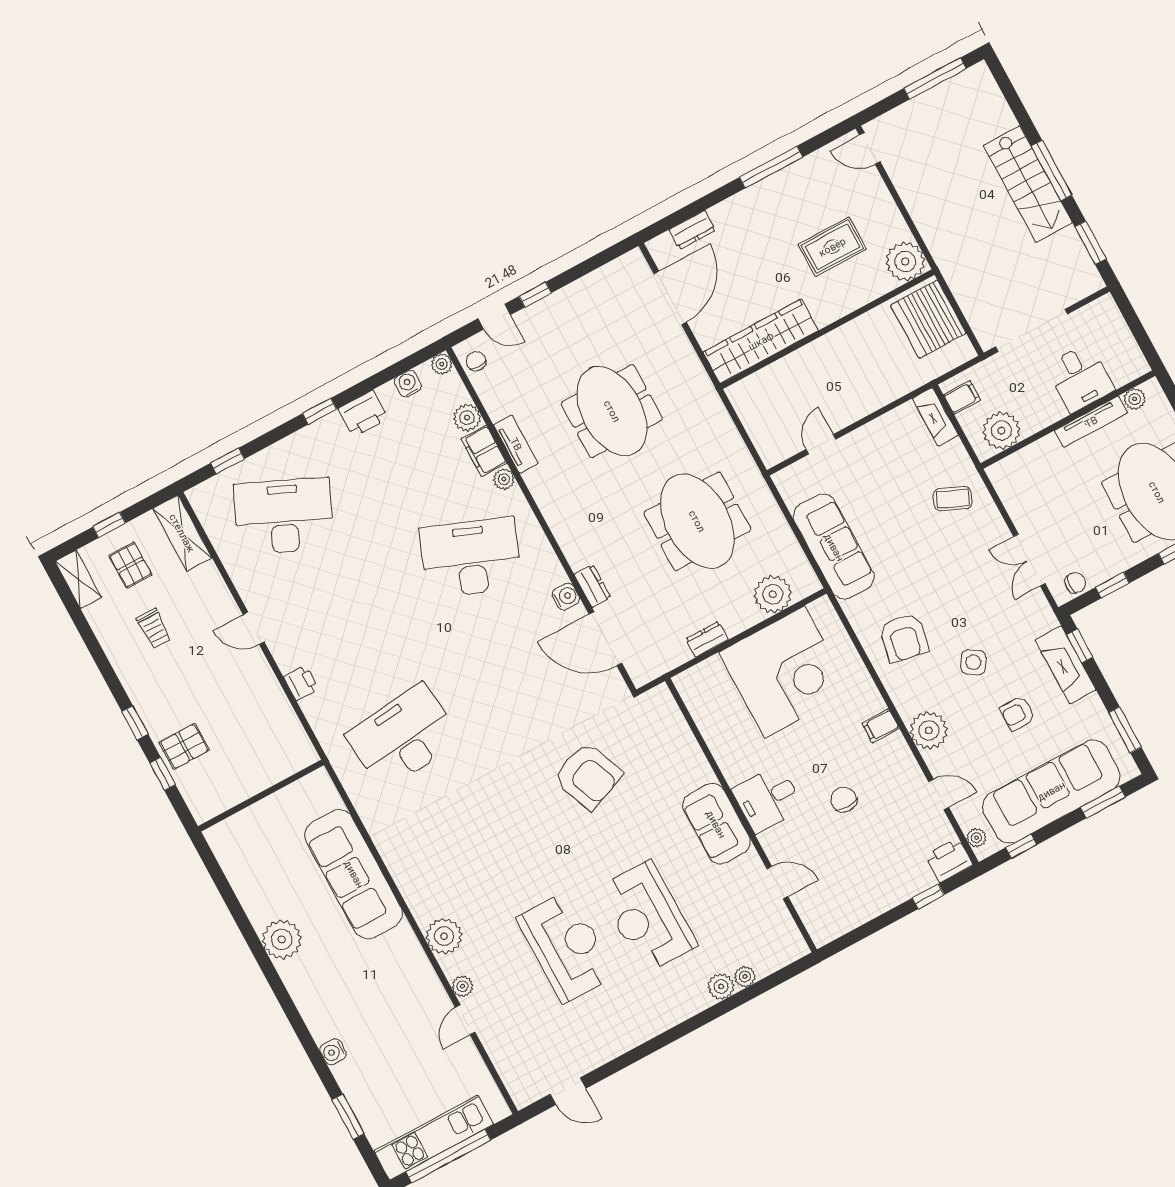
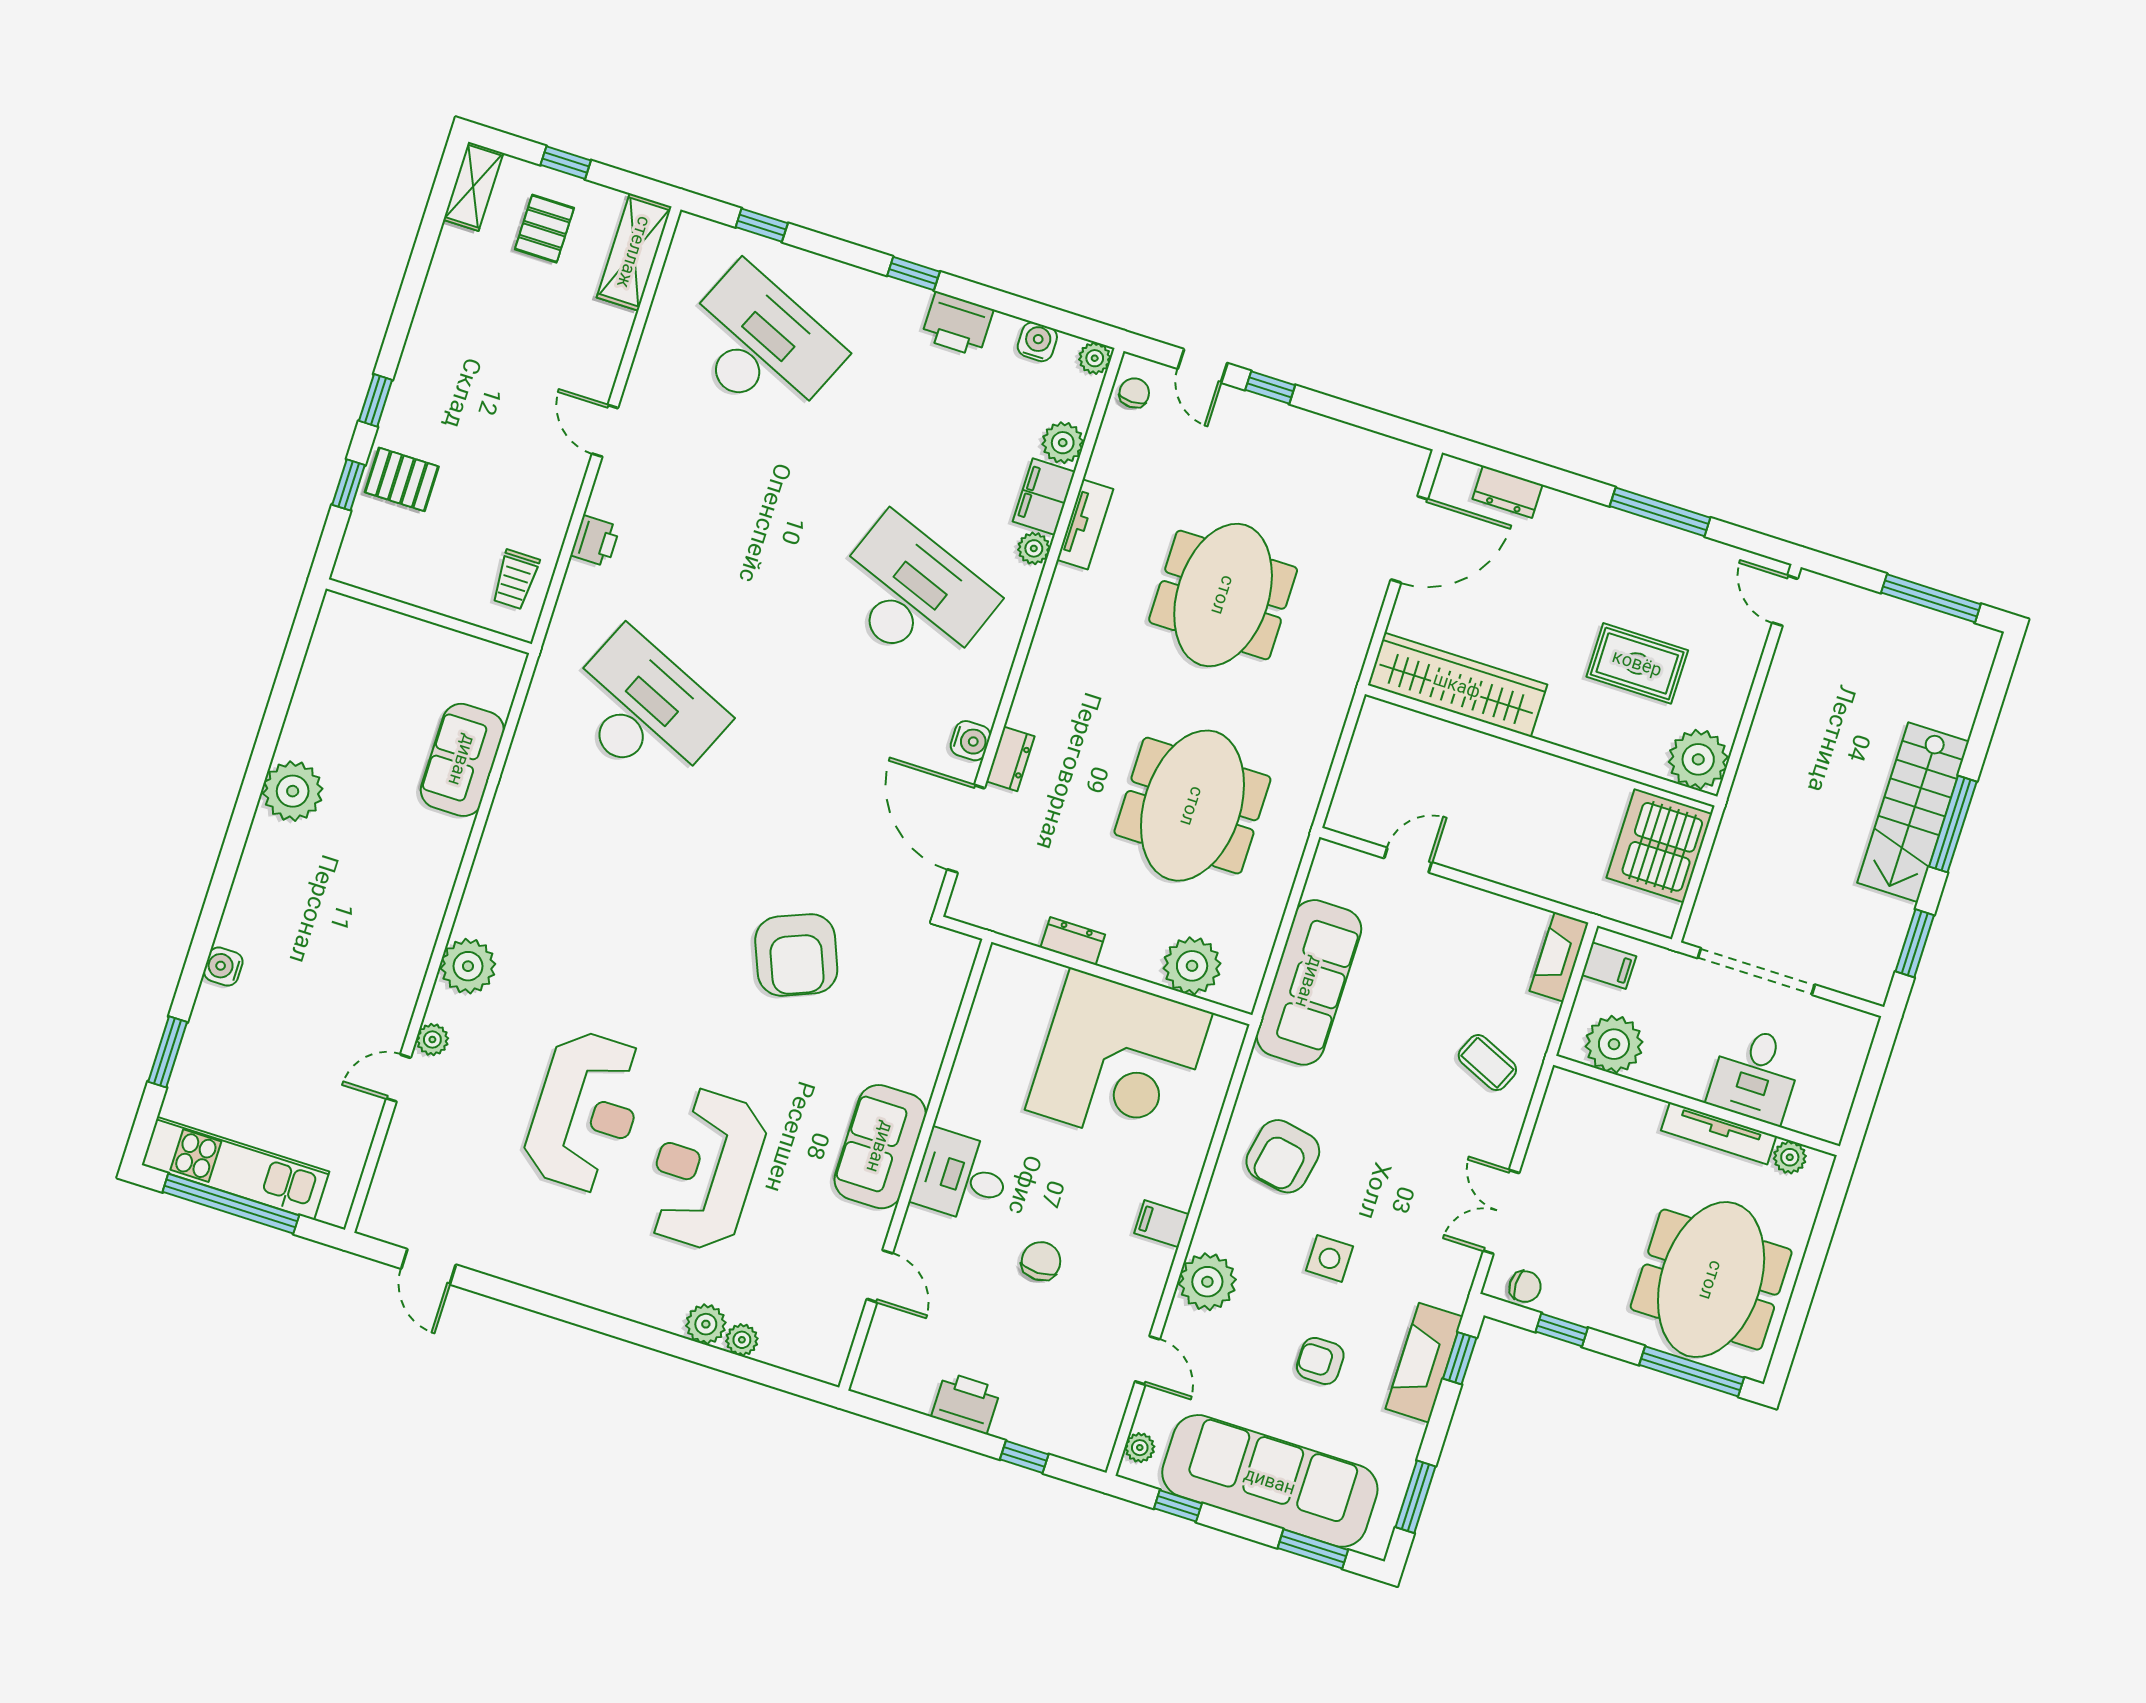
trolley: (154, 628) -> (515, 579), moved
side table: (973, 662) -> (1330, 1258), turned -31
desk: (403, 737) -> (644, 710), turned 30
printer: (949, 860) -> (966, 1403), moved
sofa: (354, 874) -> (462, 760), width x0.54, depth x0.79

